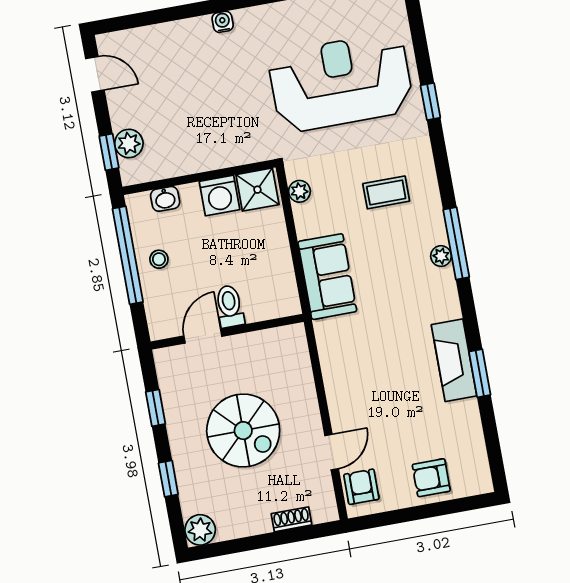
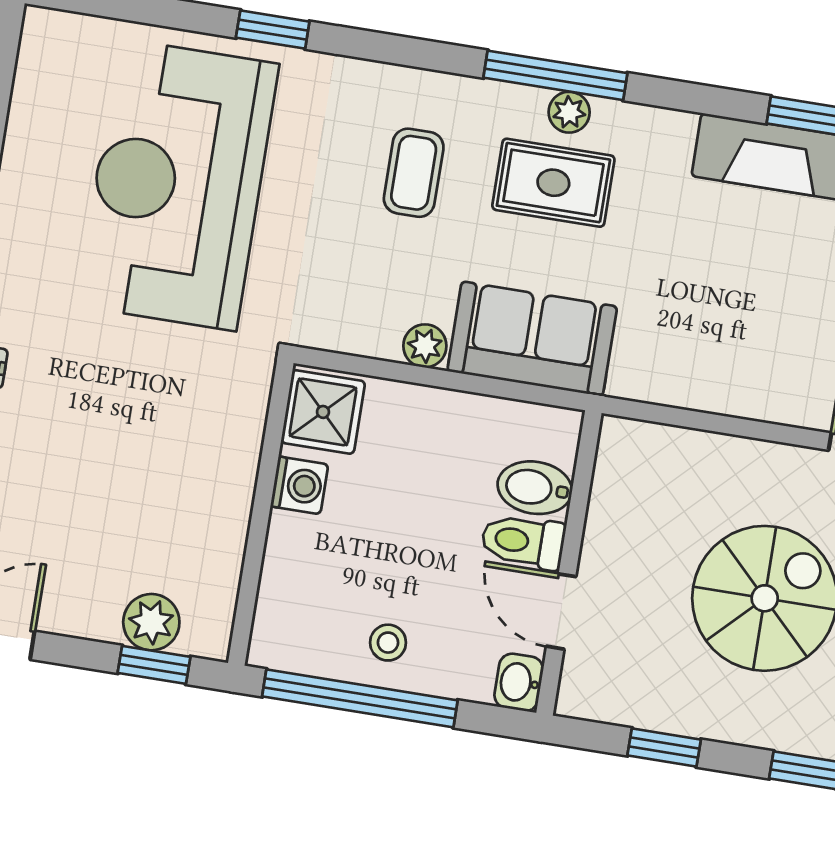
plant: (299, 191) -> (425, 346), moved
washing machine: (220, 195) -> (299, 485), width x0.73, depth x0.73
washbasin: (165, 199) -> (519, 682), moved, turned 180
rug: (405, 260) -> (553, 183), added
bidet: (257, 303) -> (535, 488), added

